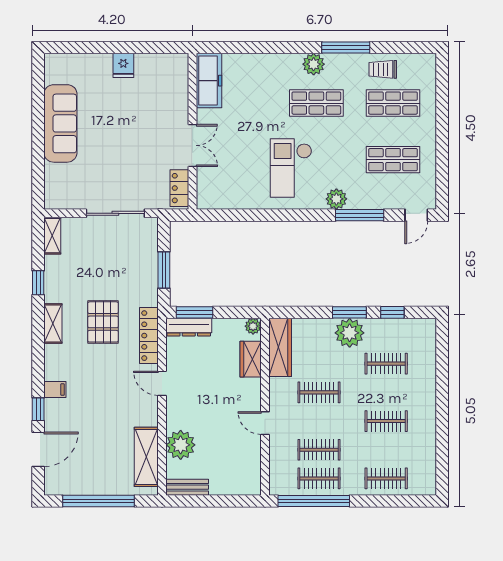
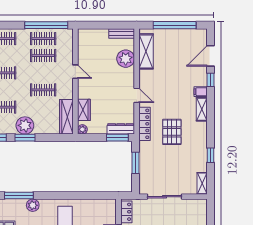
shelving: (53, 324) -> (202, 109), moved

